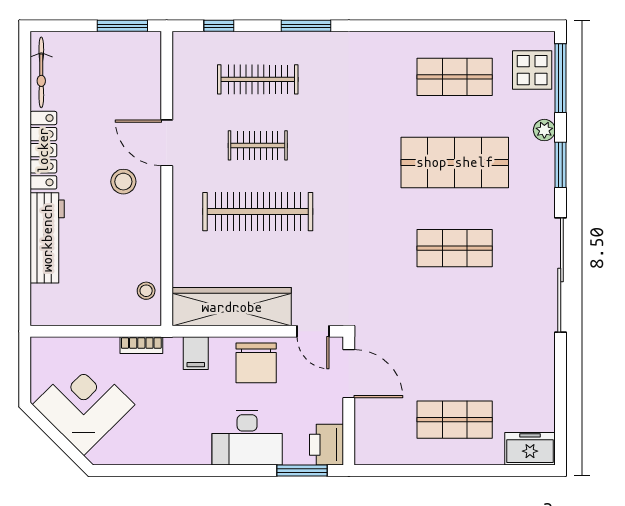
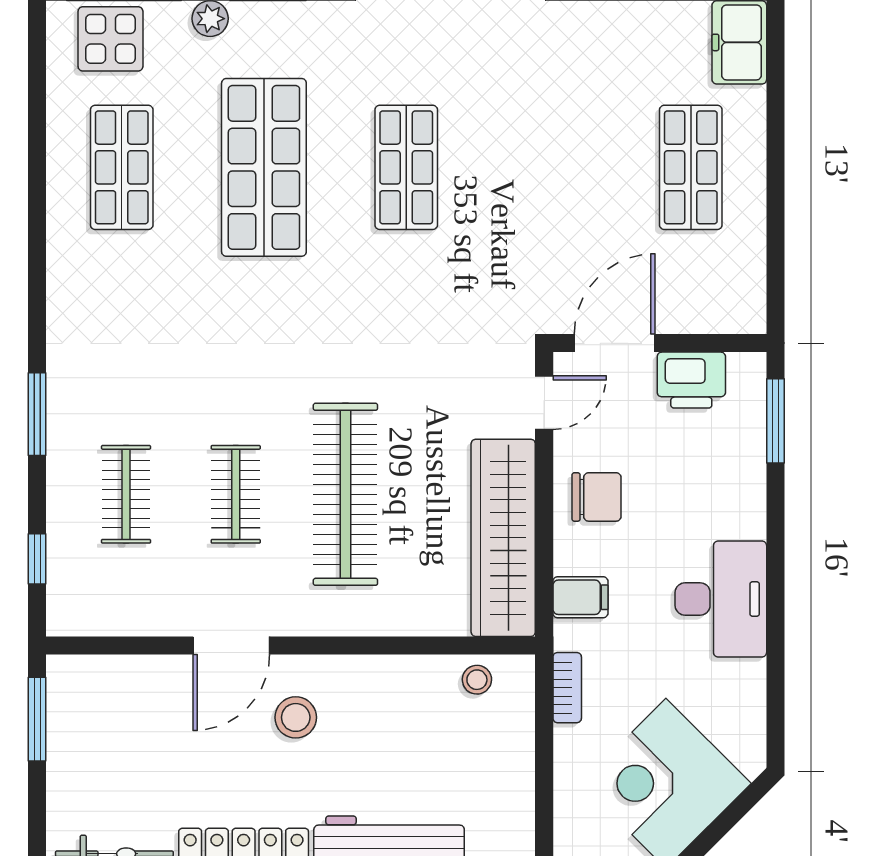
clothes rail: (258, 79) -> (126, 494), width x0.73
chair: (256, 363) -> (597, 497), width x0.73, depth x0.73
desk: (247, 438) -> (721, 599), moved
printer: (327, 445) -> (691, 380), moved

